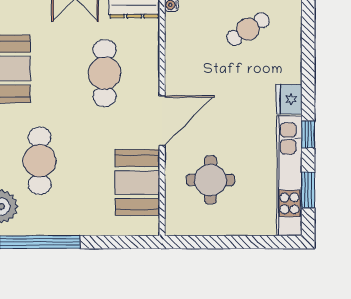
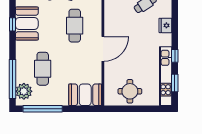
fridge: (289, 99) -> (165, 25), moved
round table: (210, 180) -> (130, 91), moved
booth: (137, 182) -> (85, 95), moved, turned 90

